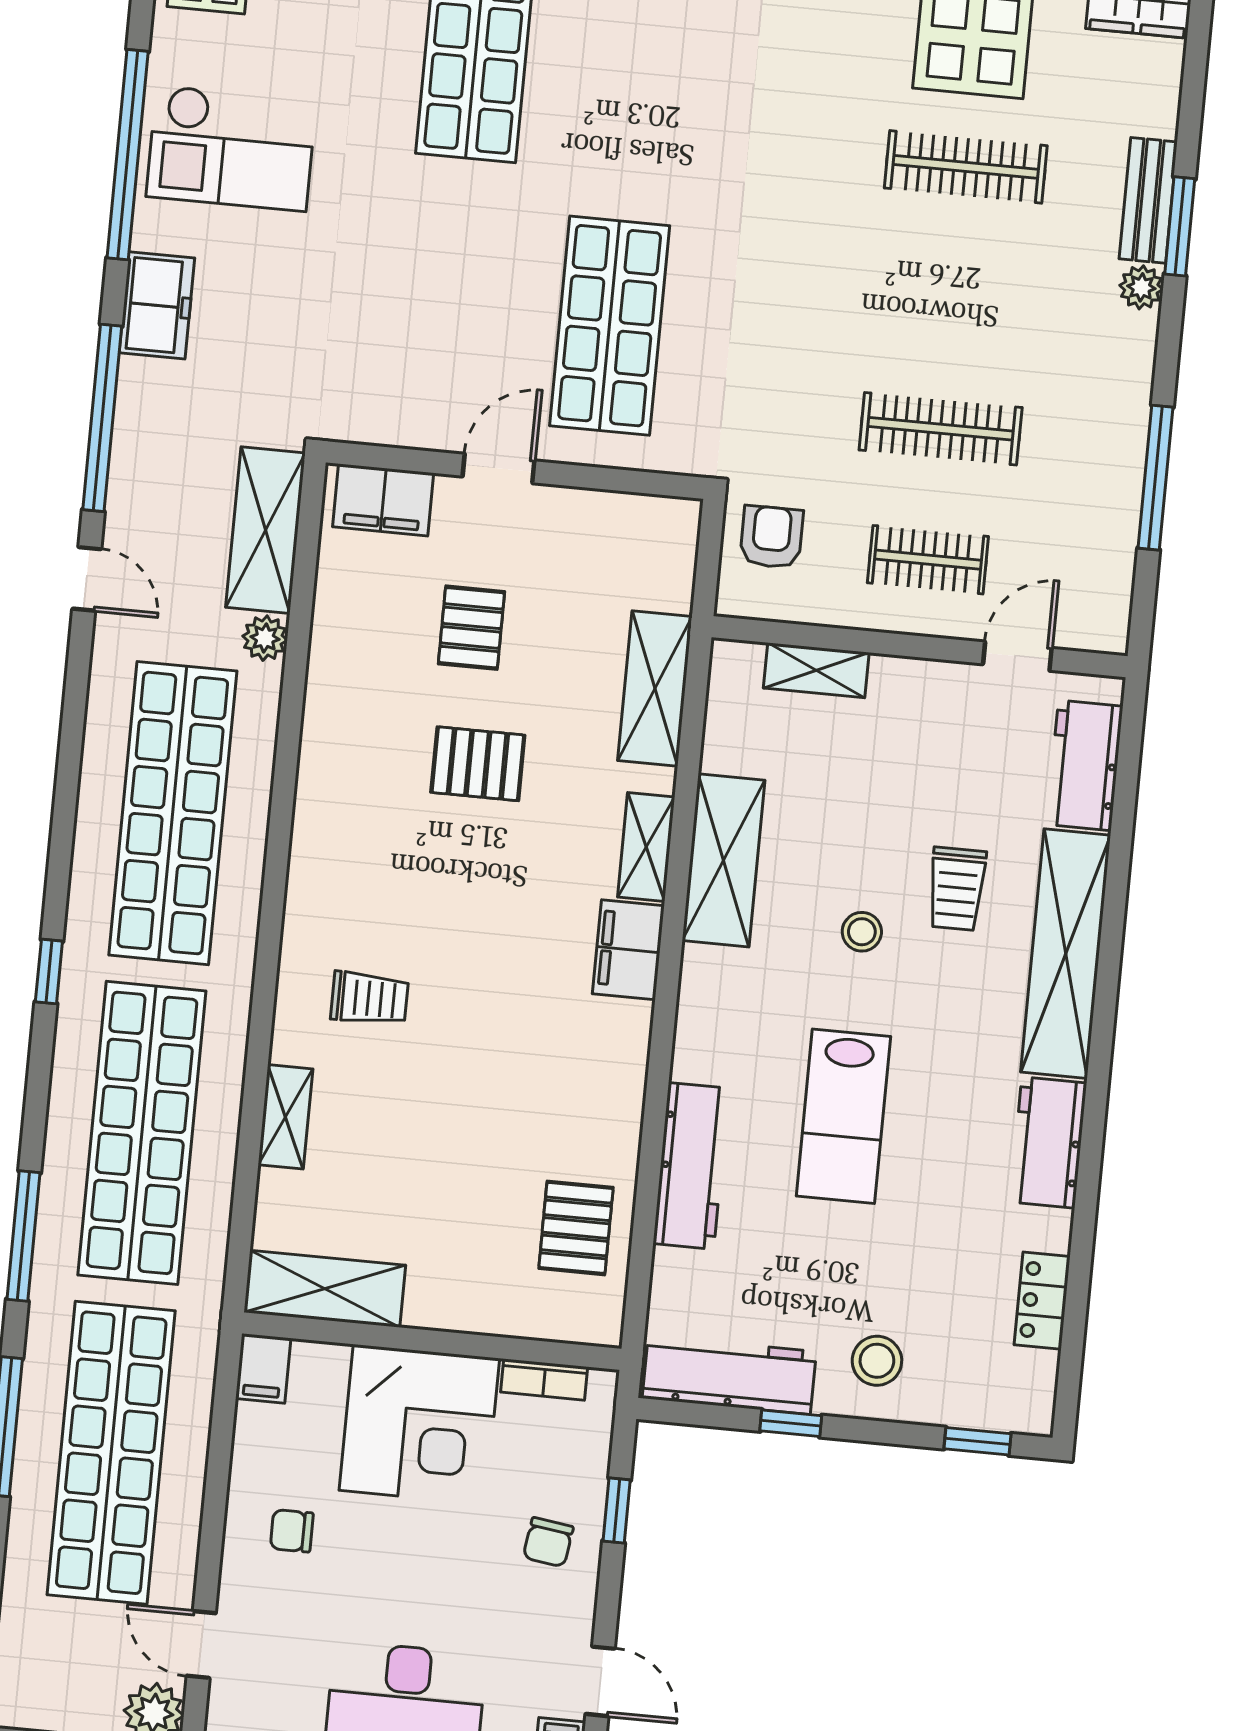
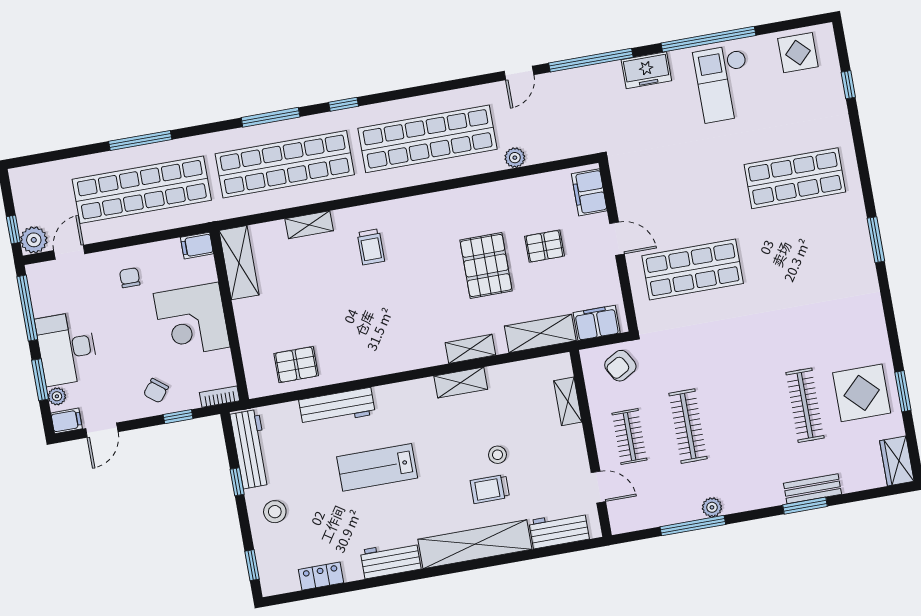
plant: (1141, 287) -> (712, 507), moved
shelving: (266, 530) -> (562, 145), removed
armchair: (771, 537) -> (620, 366), turned 150
pallet: (478, 764) -> (486, 266), width x1.50, depth x1.42
shelving: (724, 860) -> (461, 383), width x0.67, depth x0.75
stool: (862, 932) -> (497, 455), moved
filing cabinet: (628, 950) -> (597, 323), moved
window: (24, 1236) -> (271, 117), moved
bookcase: (544, 1379) -> (220, 397), moved, turned 90
chair: (548, 1542) -> (156, 391), turned -60

